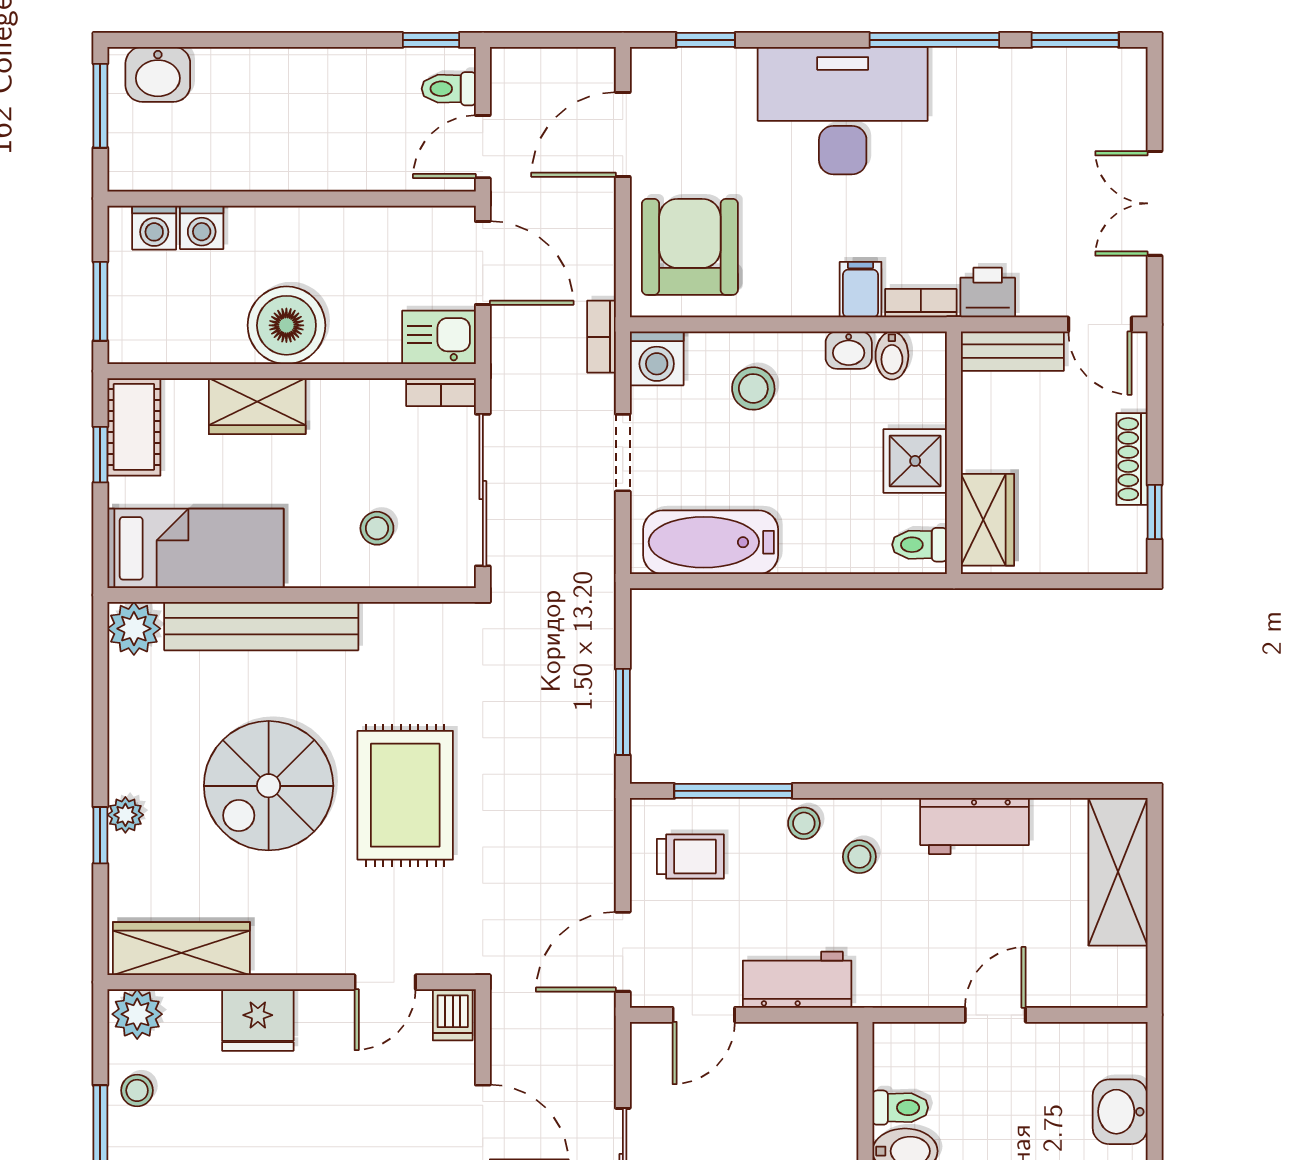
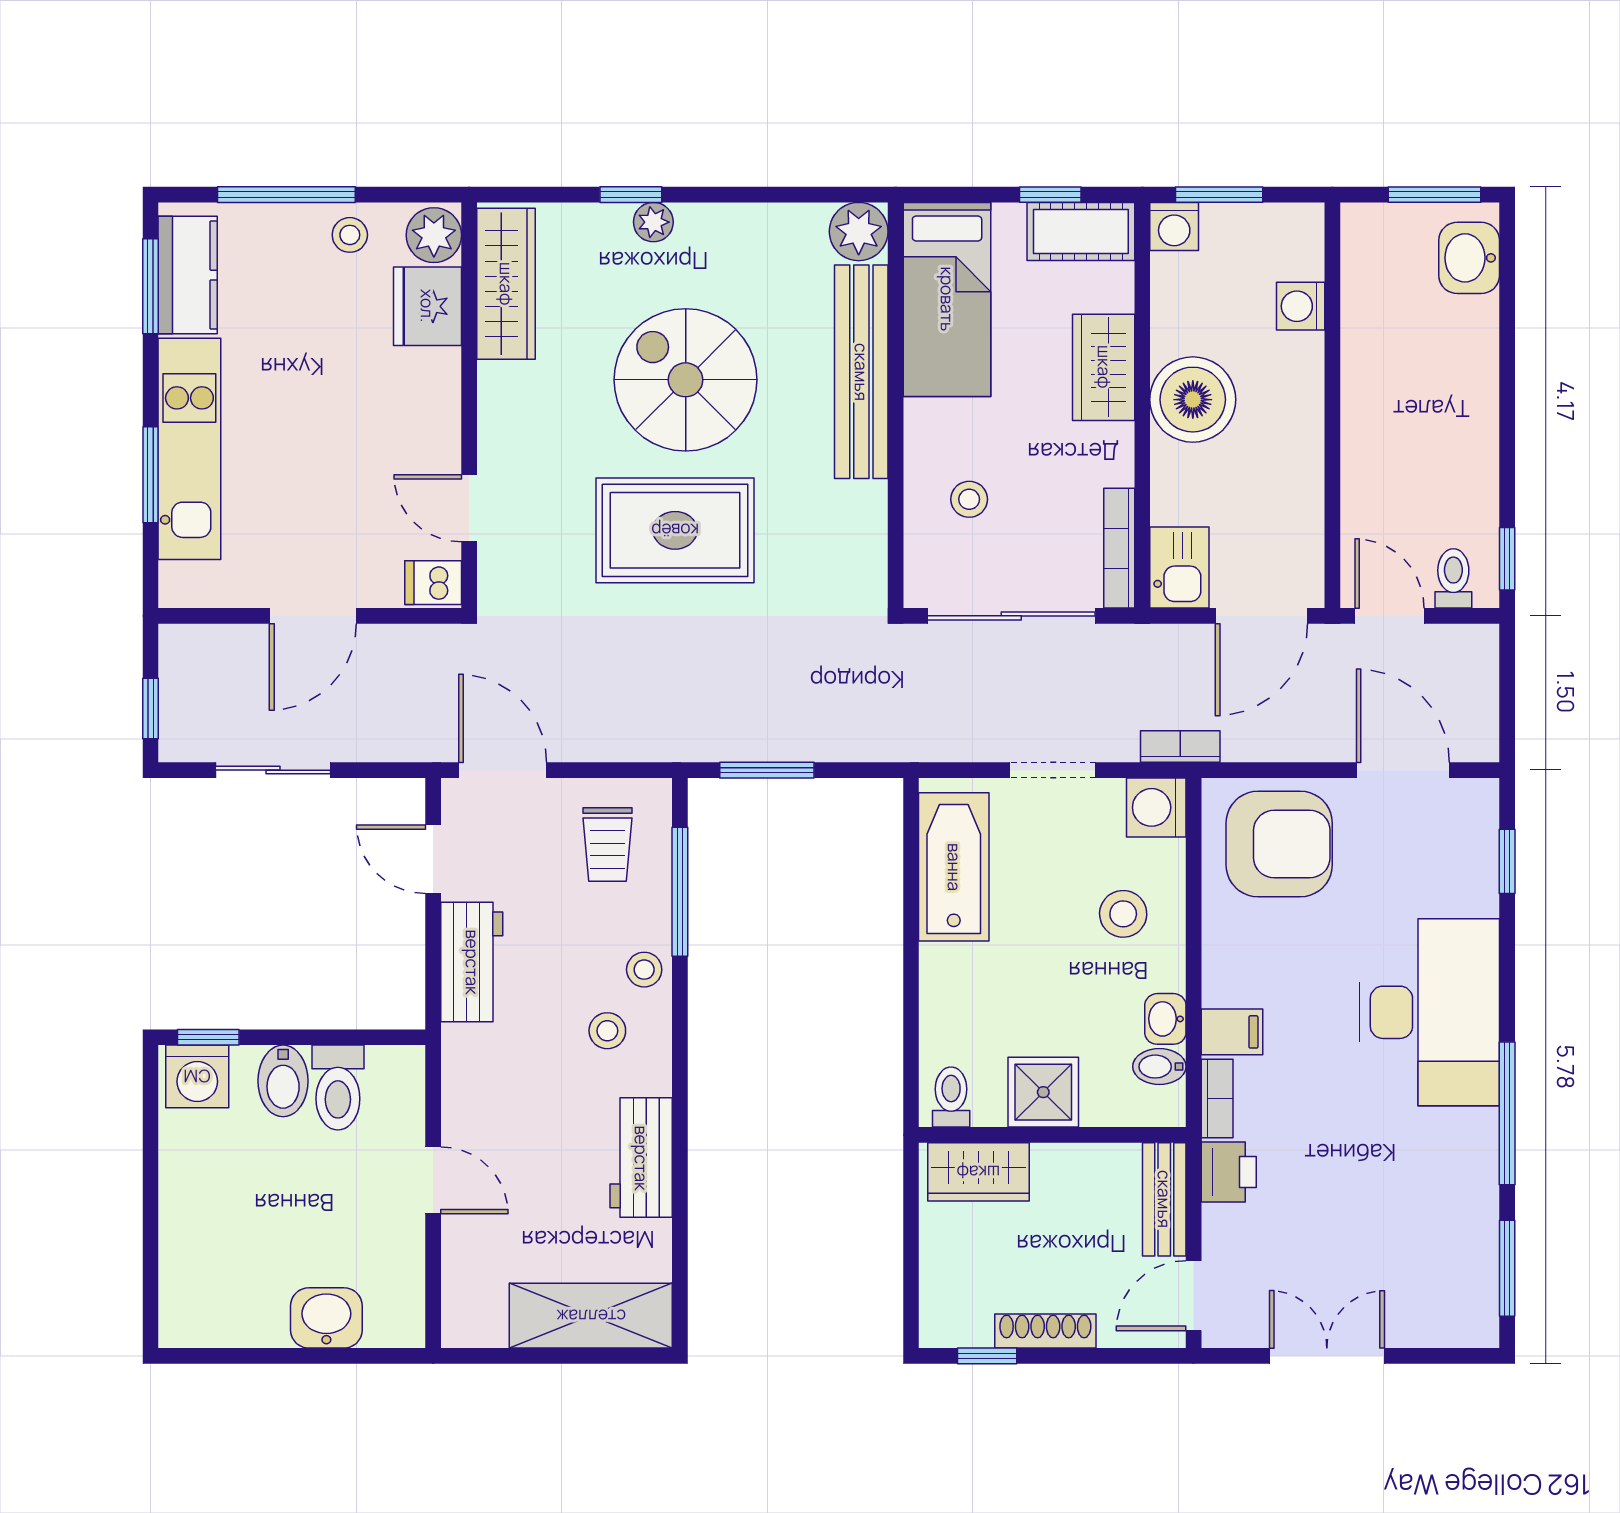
washing machine: (154, 228) -> (1174, 226), moved, turned -90
bookcase: (441, 392) -> (1119, 548), width x1.56
fridge: (258, 1020) -> (427, 306), moved
toilet: (900, 1108) -> (338, 1088), width x1.37, depth x1.39

